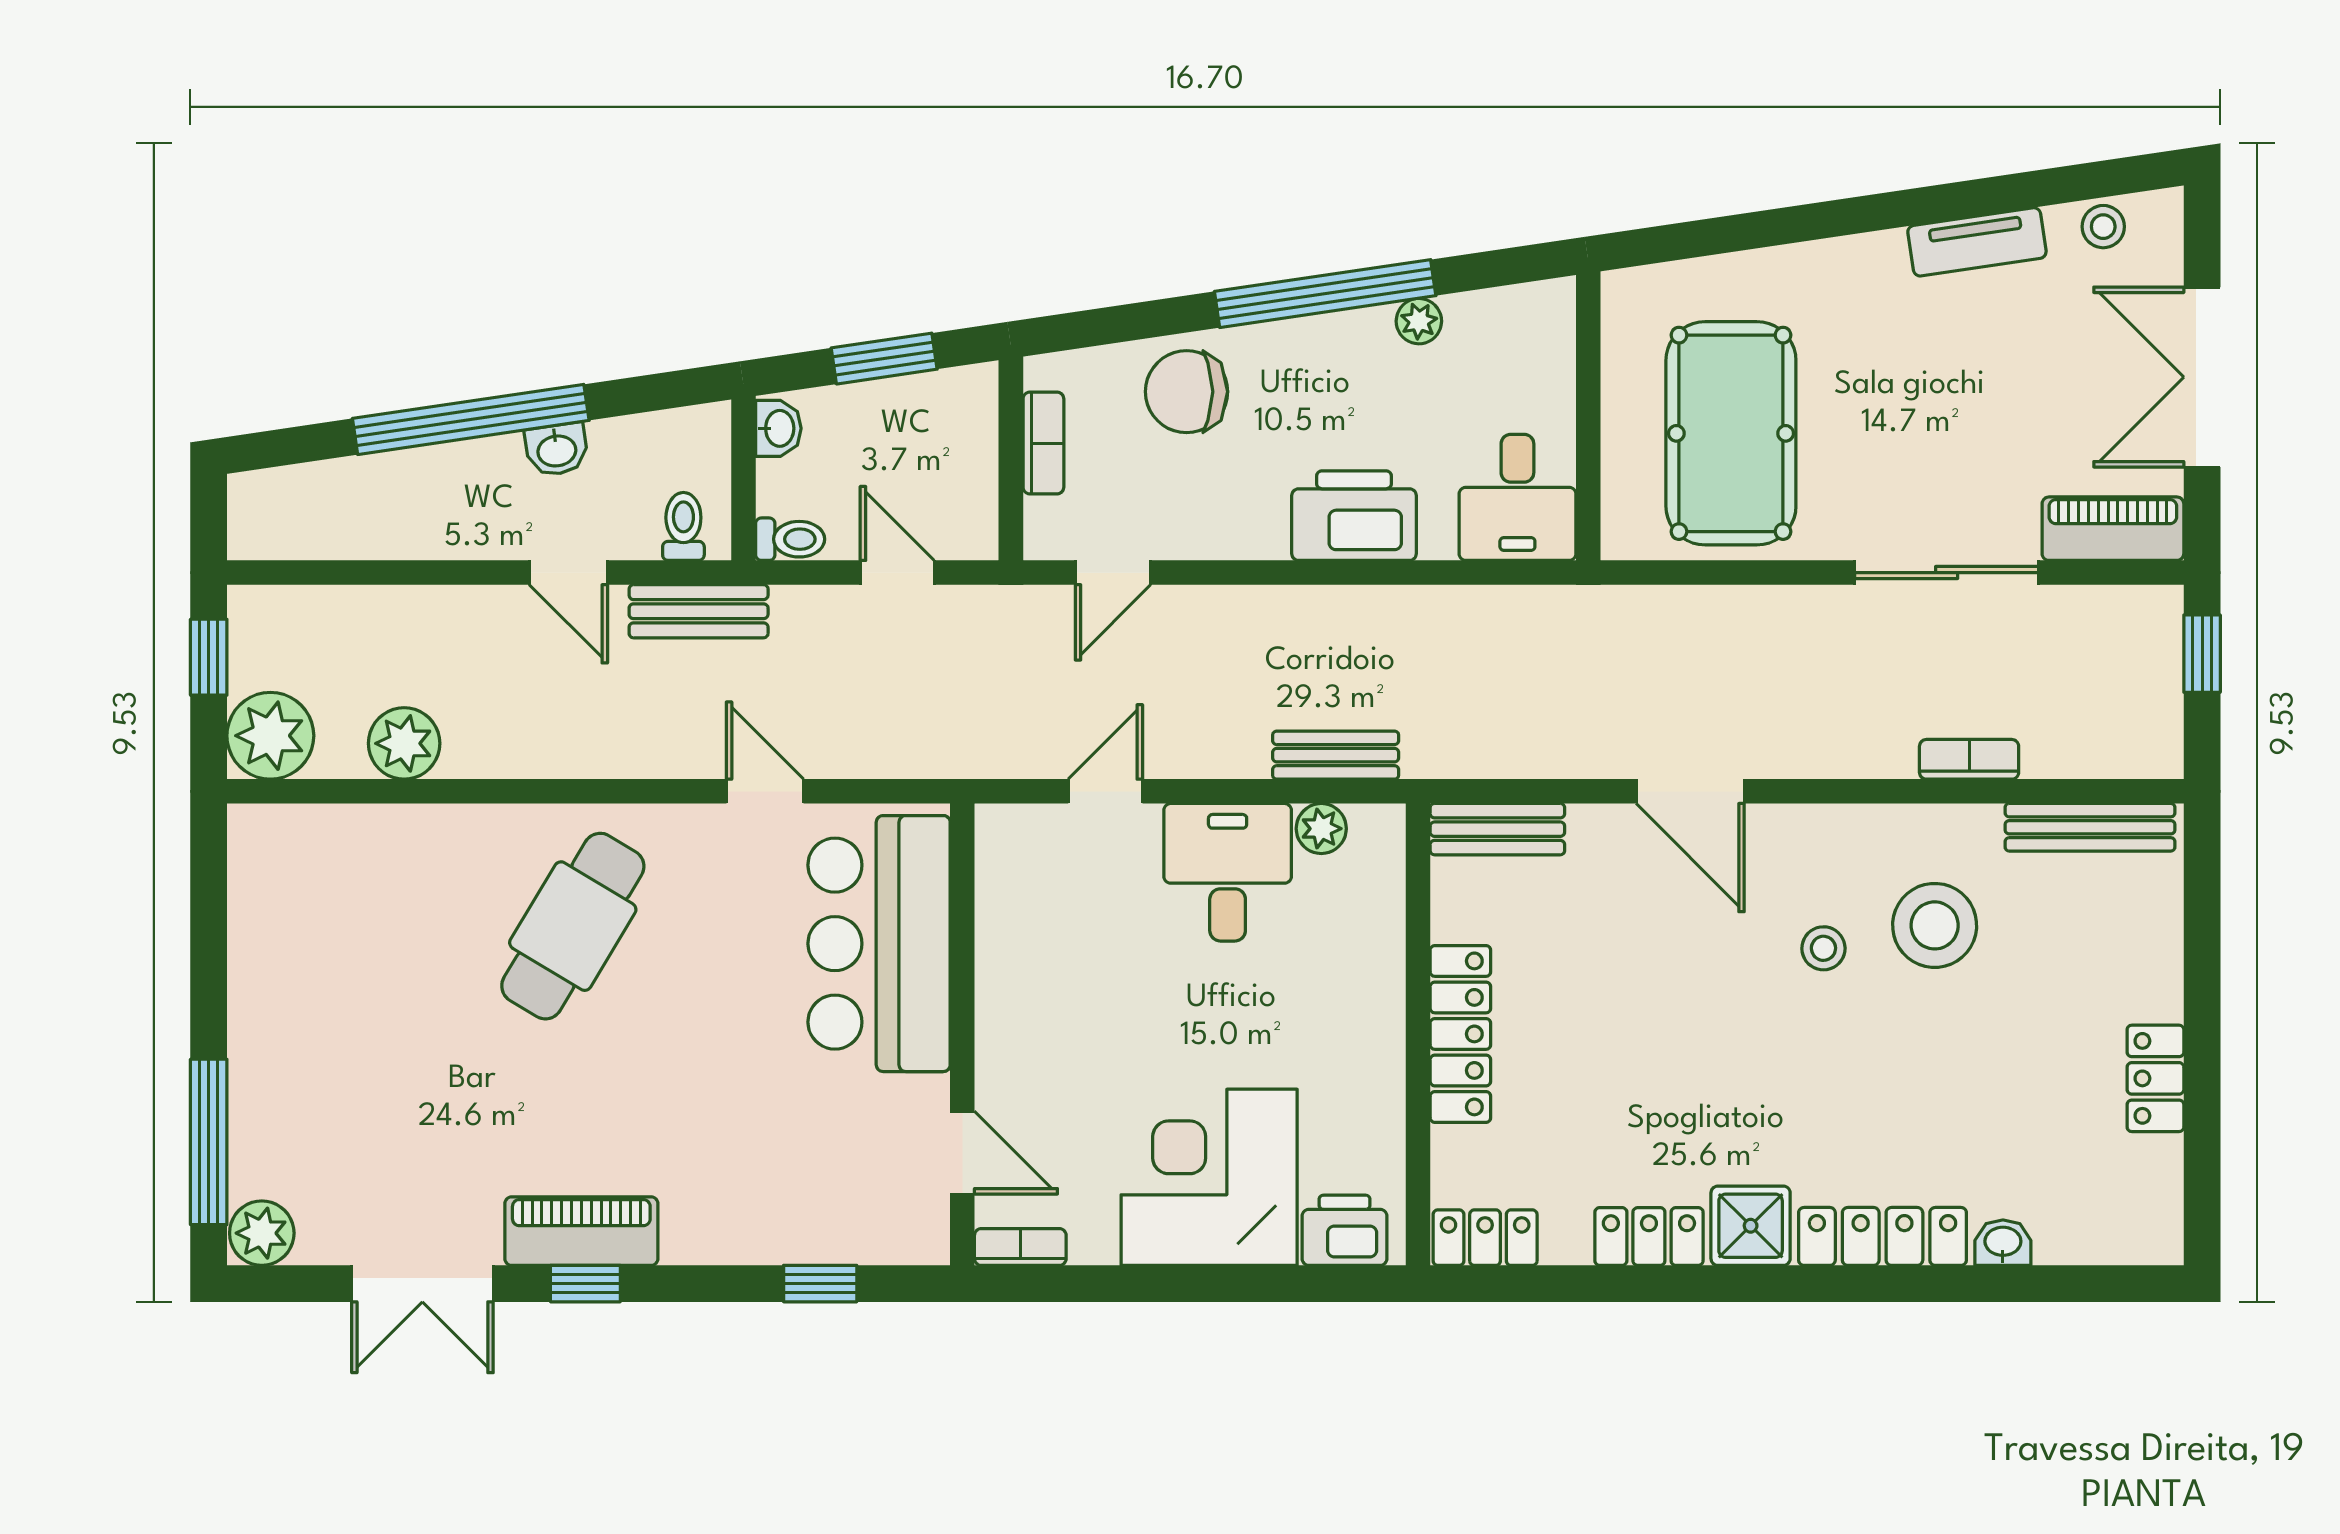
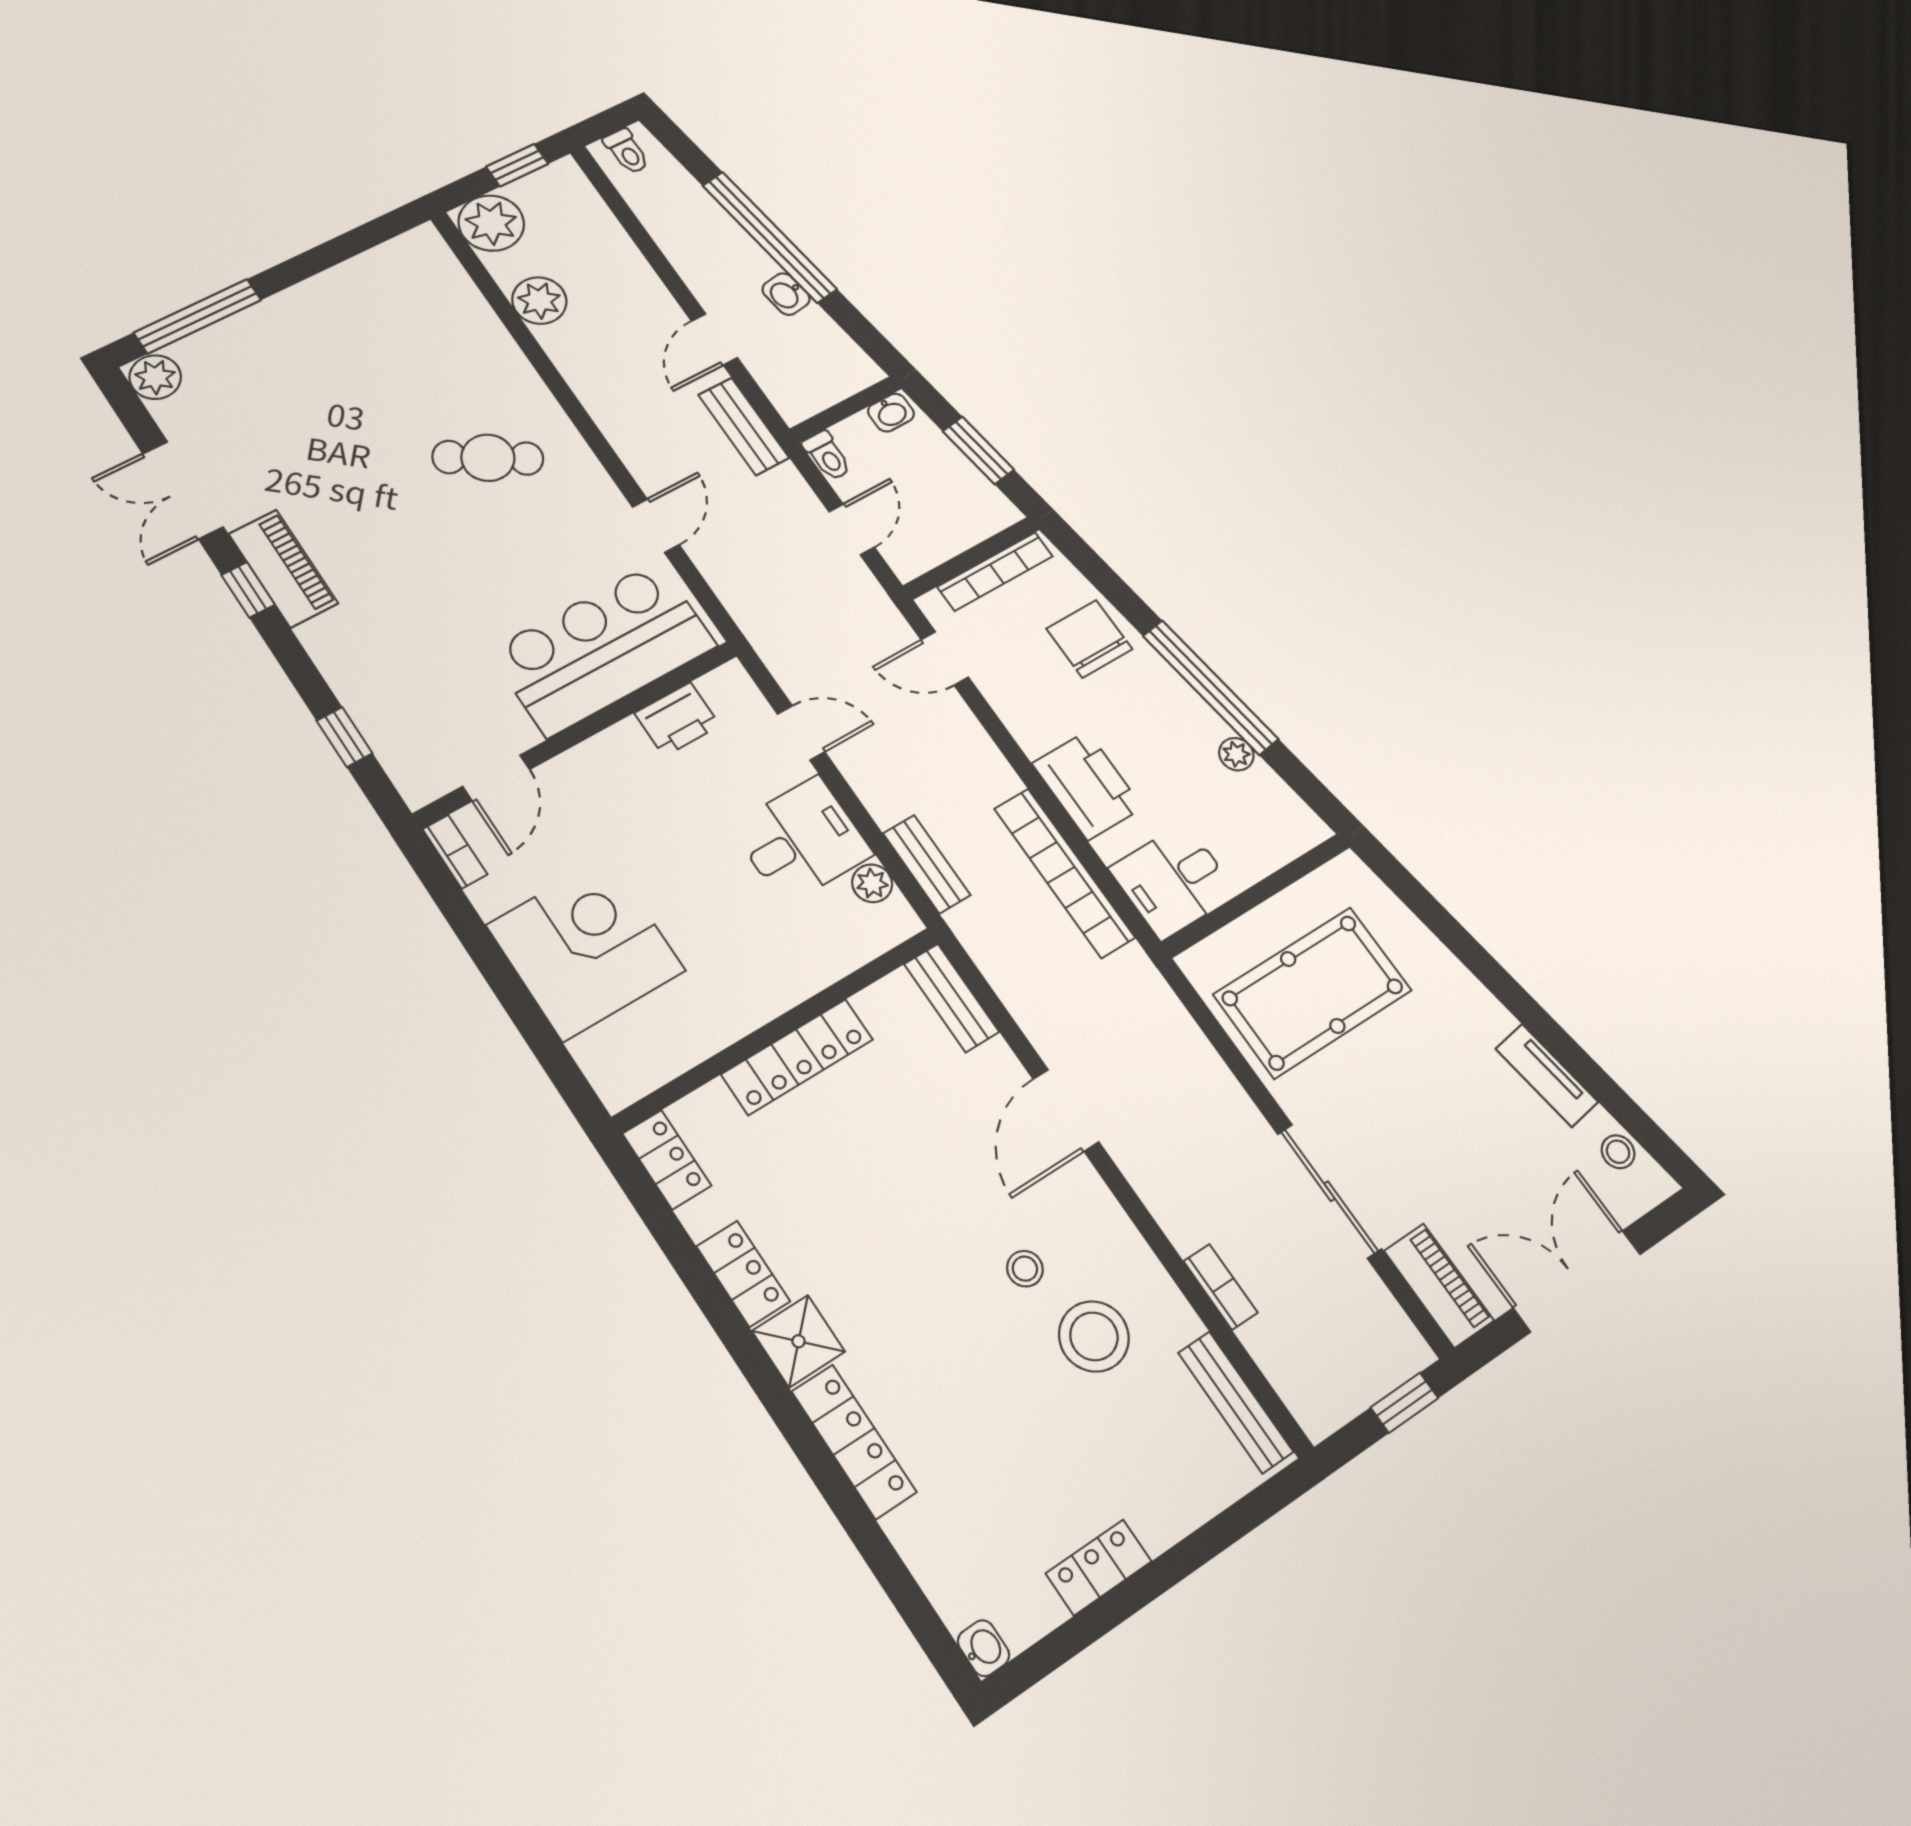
bookcase: (1043, 443) -> (995, 572), width x1.56
toilet: (683, 526) -> (627, 151), moved, turned 90
bookcase: (1436, 611) -> (1064, 873), added
cafe table: (573, 926) -> (488, 458), width x0.73, depth x0.74
printer: (1345, 1230) -> (677, 719), moved, turned 90
washbasin: (2003, 1243) -> (983, 1648), moved

